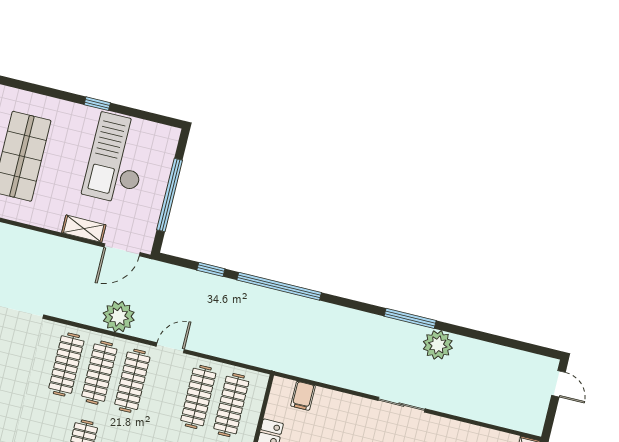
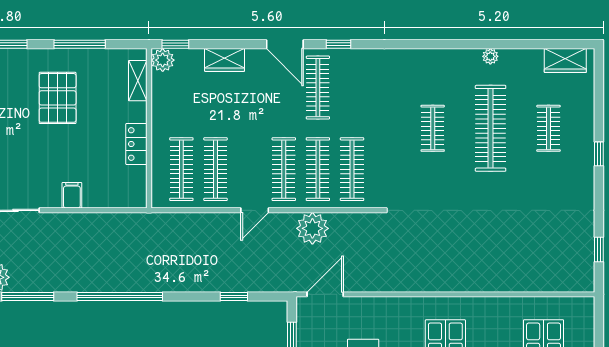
shelving: (84, 229) -> (368, 306), removed
window: (279, 286) -> (120, 296), moved
filing cabinet: (303, 396) -> (72, 195), moved

